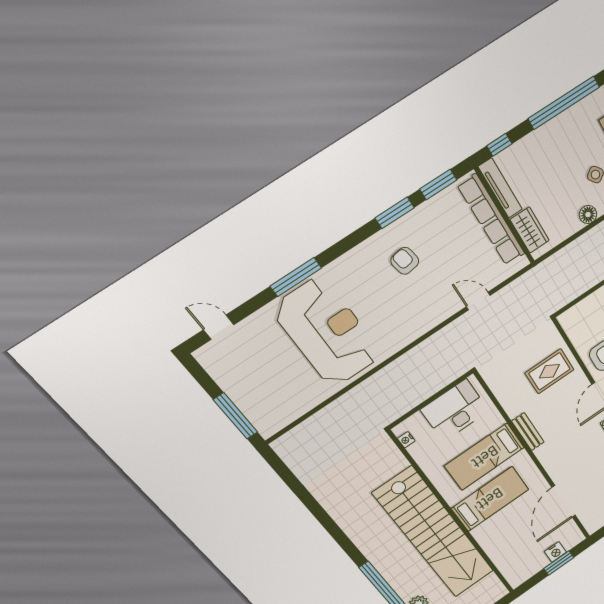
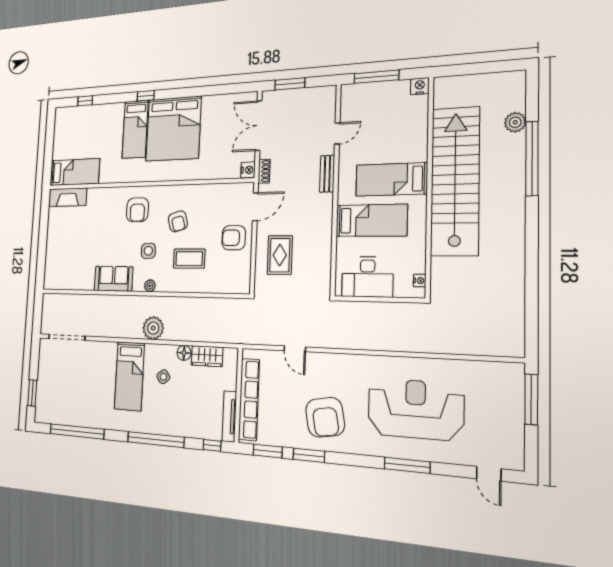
wardrobe: (530, 230) -> (207, 356), moved, turned -90
armchair: (405, 261) -> (325, 417), width x1.88, depth x1.88
reception desk: (327, 332) -> (415, 409), turned 90
rug: (549, 371) -> (280, 255), turned 90
bench: (528, 432) -> (327, 174), moved
door: (564, 501) -> (337, 133), width x0.53
nightstand: (555, 552) -> (420, 86), moved
window: (559, 563) -> (376, 77), width x1.44

